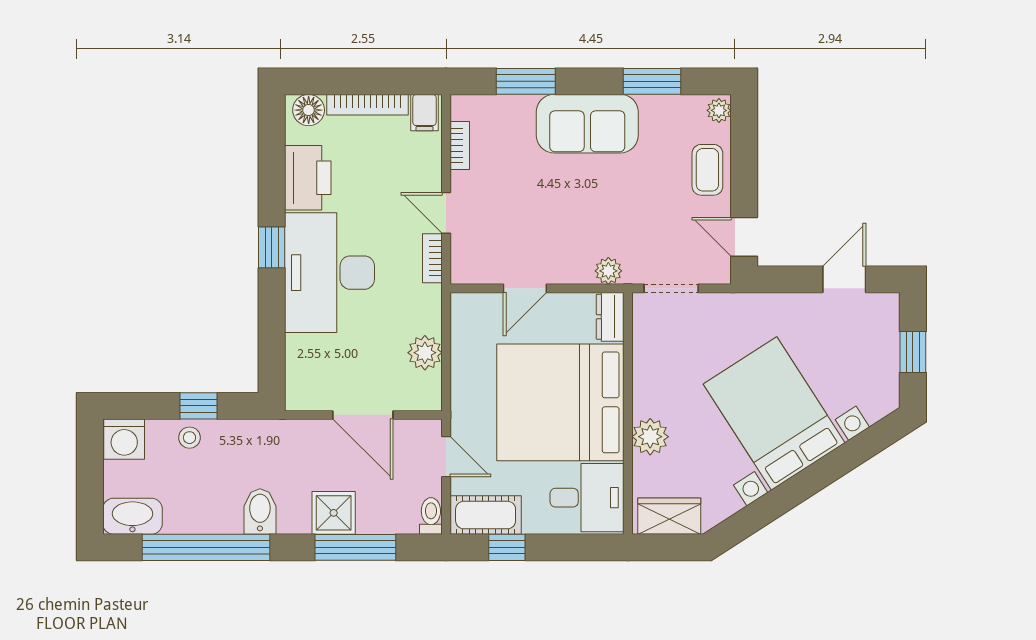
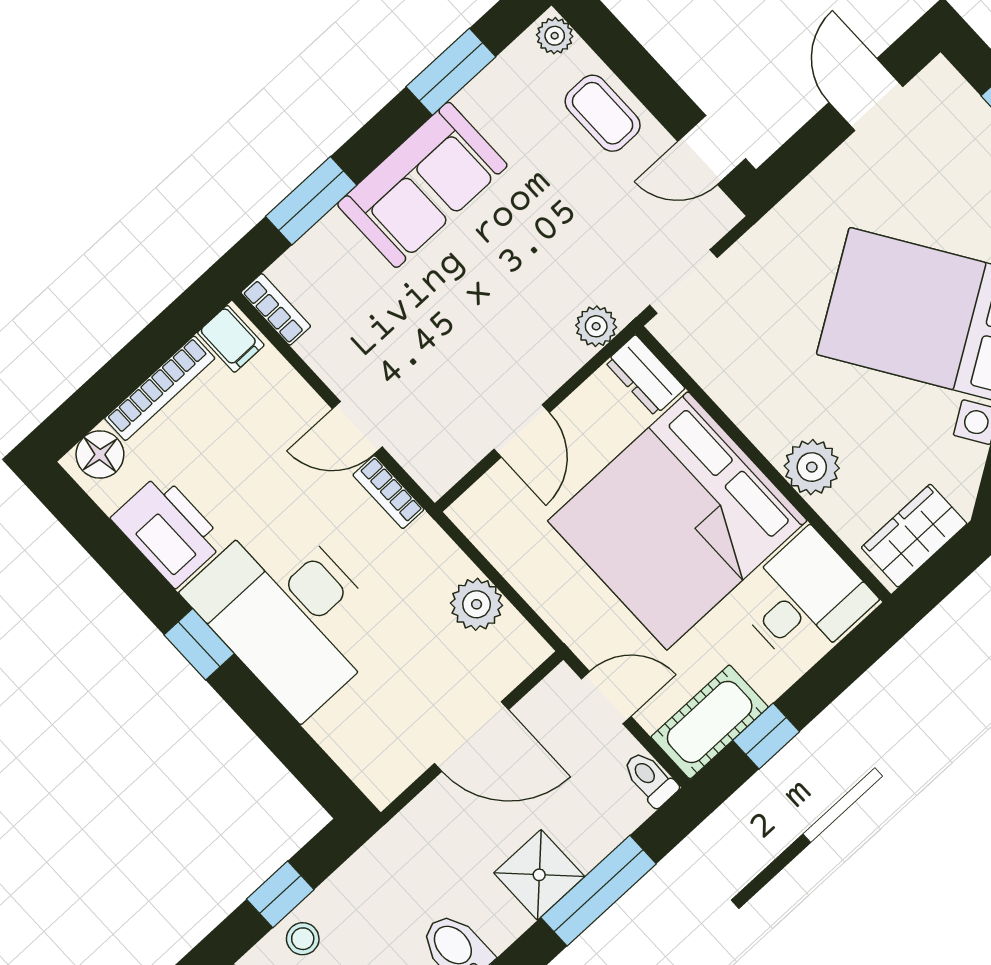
bookcase: (460, 146) -> (276, 309), moved

